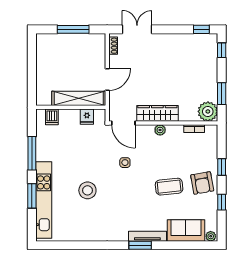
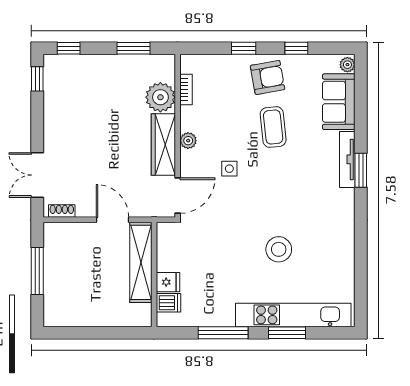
plant: (208, 111) -> (160, 97), moved
fridge: (87, 117) -> (168, 282), moved
side table: (125, 163) -> (229, 169), moved

